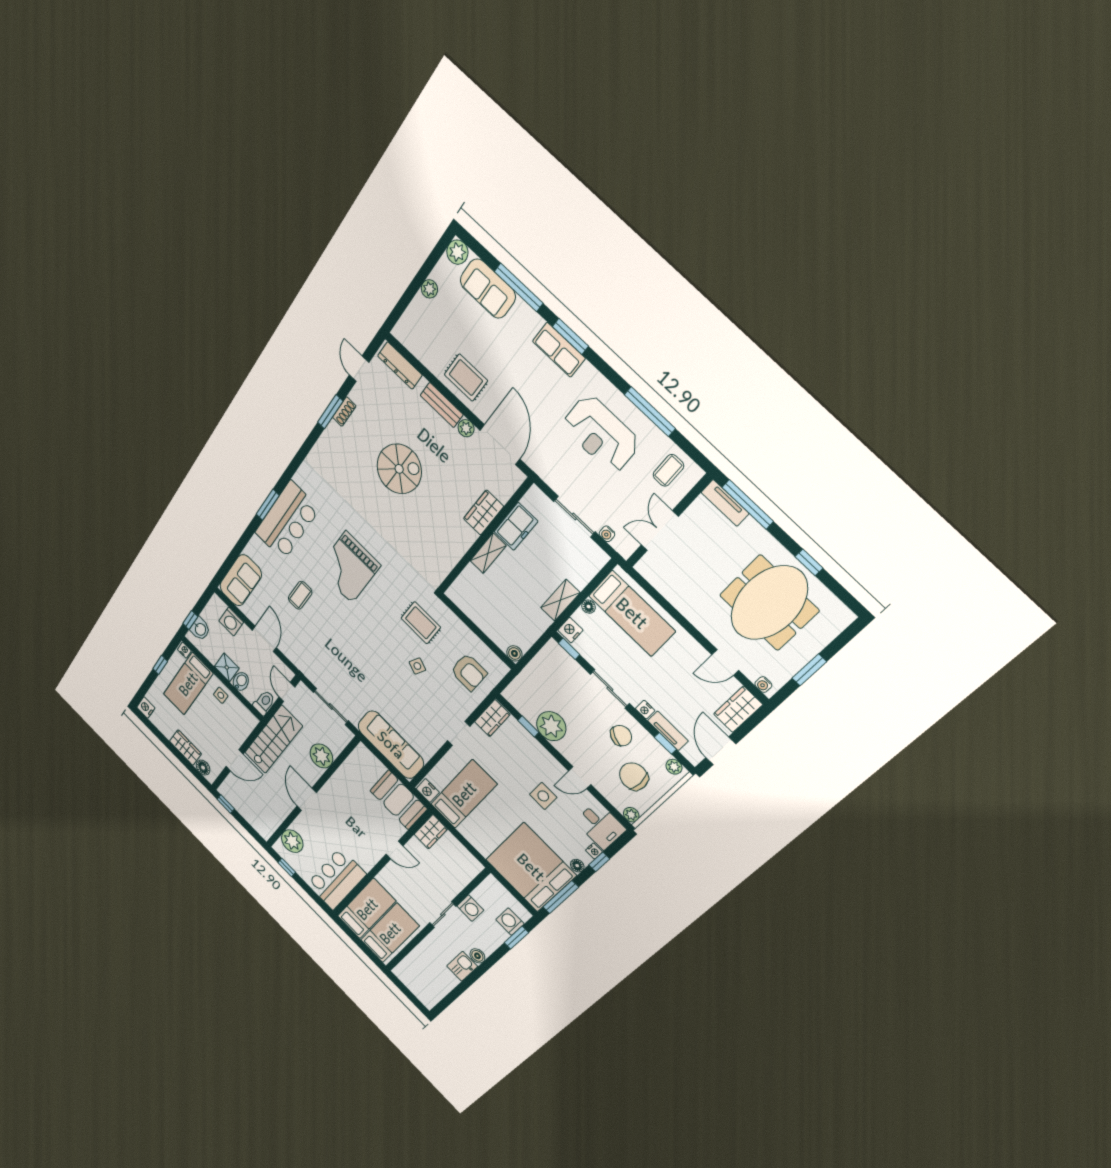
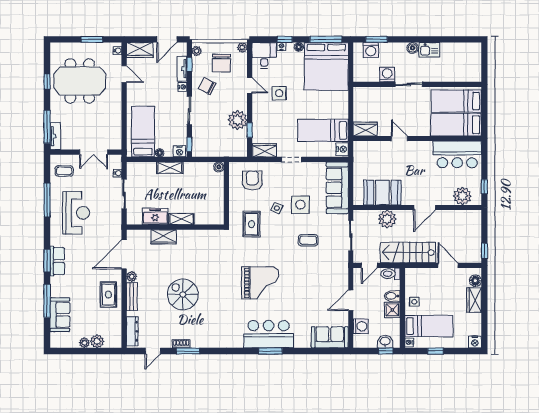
plant: (457, 252) -> (97, 341), moved
coffee table: (300, 595) -> (308, 240), moved
side table: (402, 693) -> (300, 205), added
booth: (399, 800) -> (382, 193), moved, turned 90

